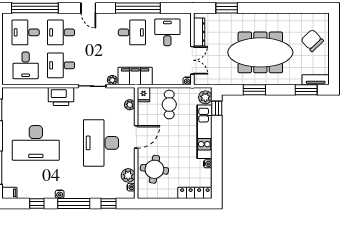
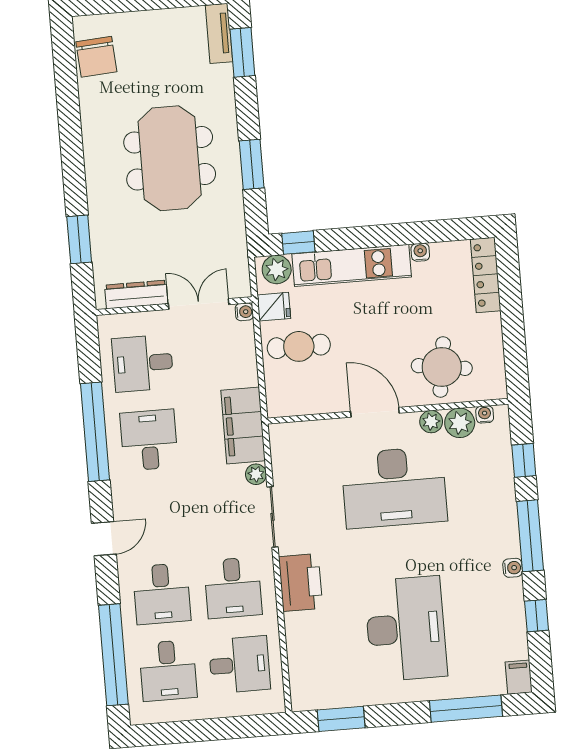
chair: (312, 40) -> (96, 57), moved, turned -50
meeting table: (260, 52) -> (170, 158), width x0.73
fridge: (143, 95) -> (274, 307), moved
plant: (130, 105) -> (431, 422), moved

